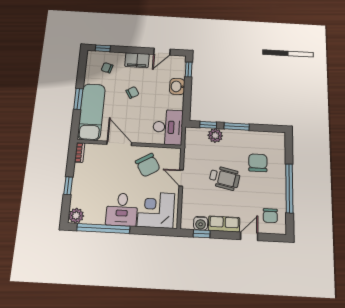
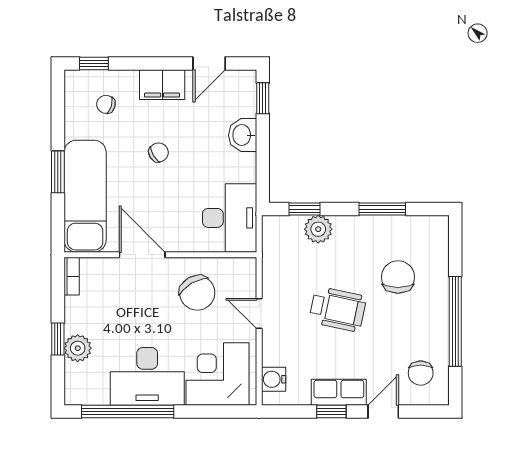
window: (237, 126) -> (382, 209), moved
desk: (122, 209) -> (147, 376), width x1.37
plant: (76, 216) -> (78, 348), moved
water cooler: (201, 223) -> (274, 379), moved, turned 90
window: (202, 234) -> (331, 411), moved

